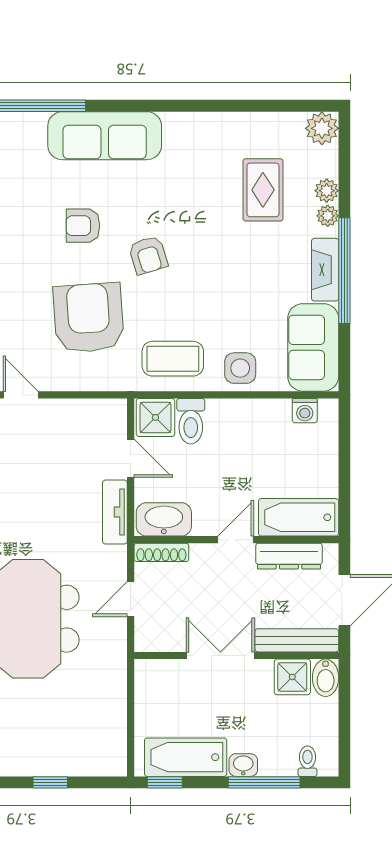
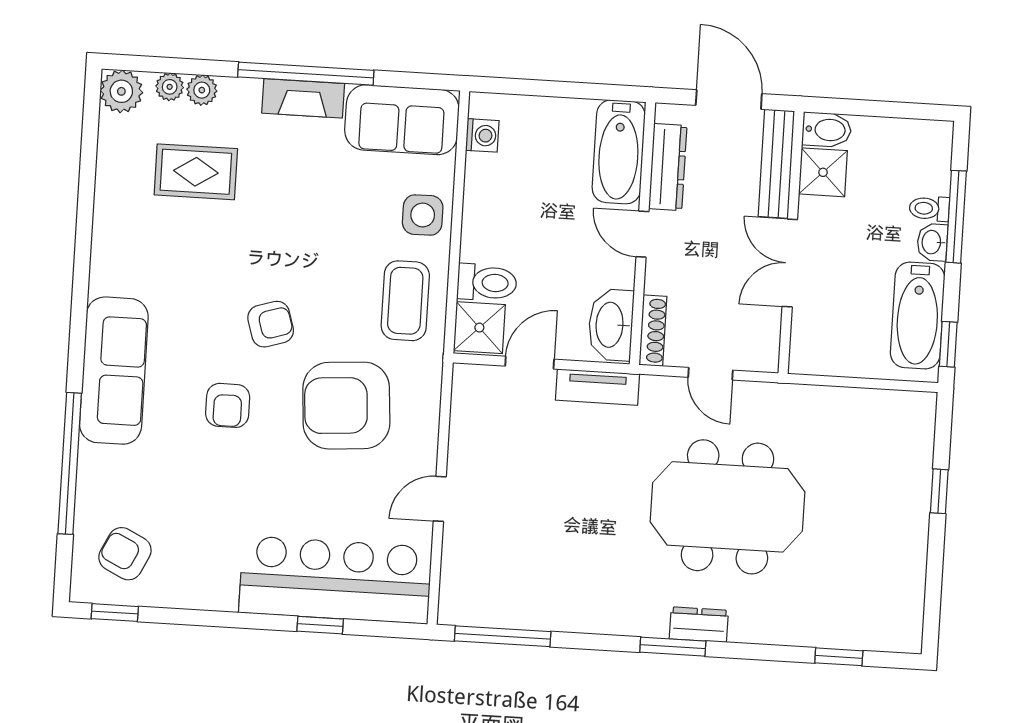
plant: (328, 216) -> (170, 87), moved
toilet: (307, 761) -> (929, 209), moved

